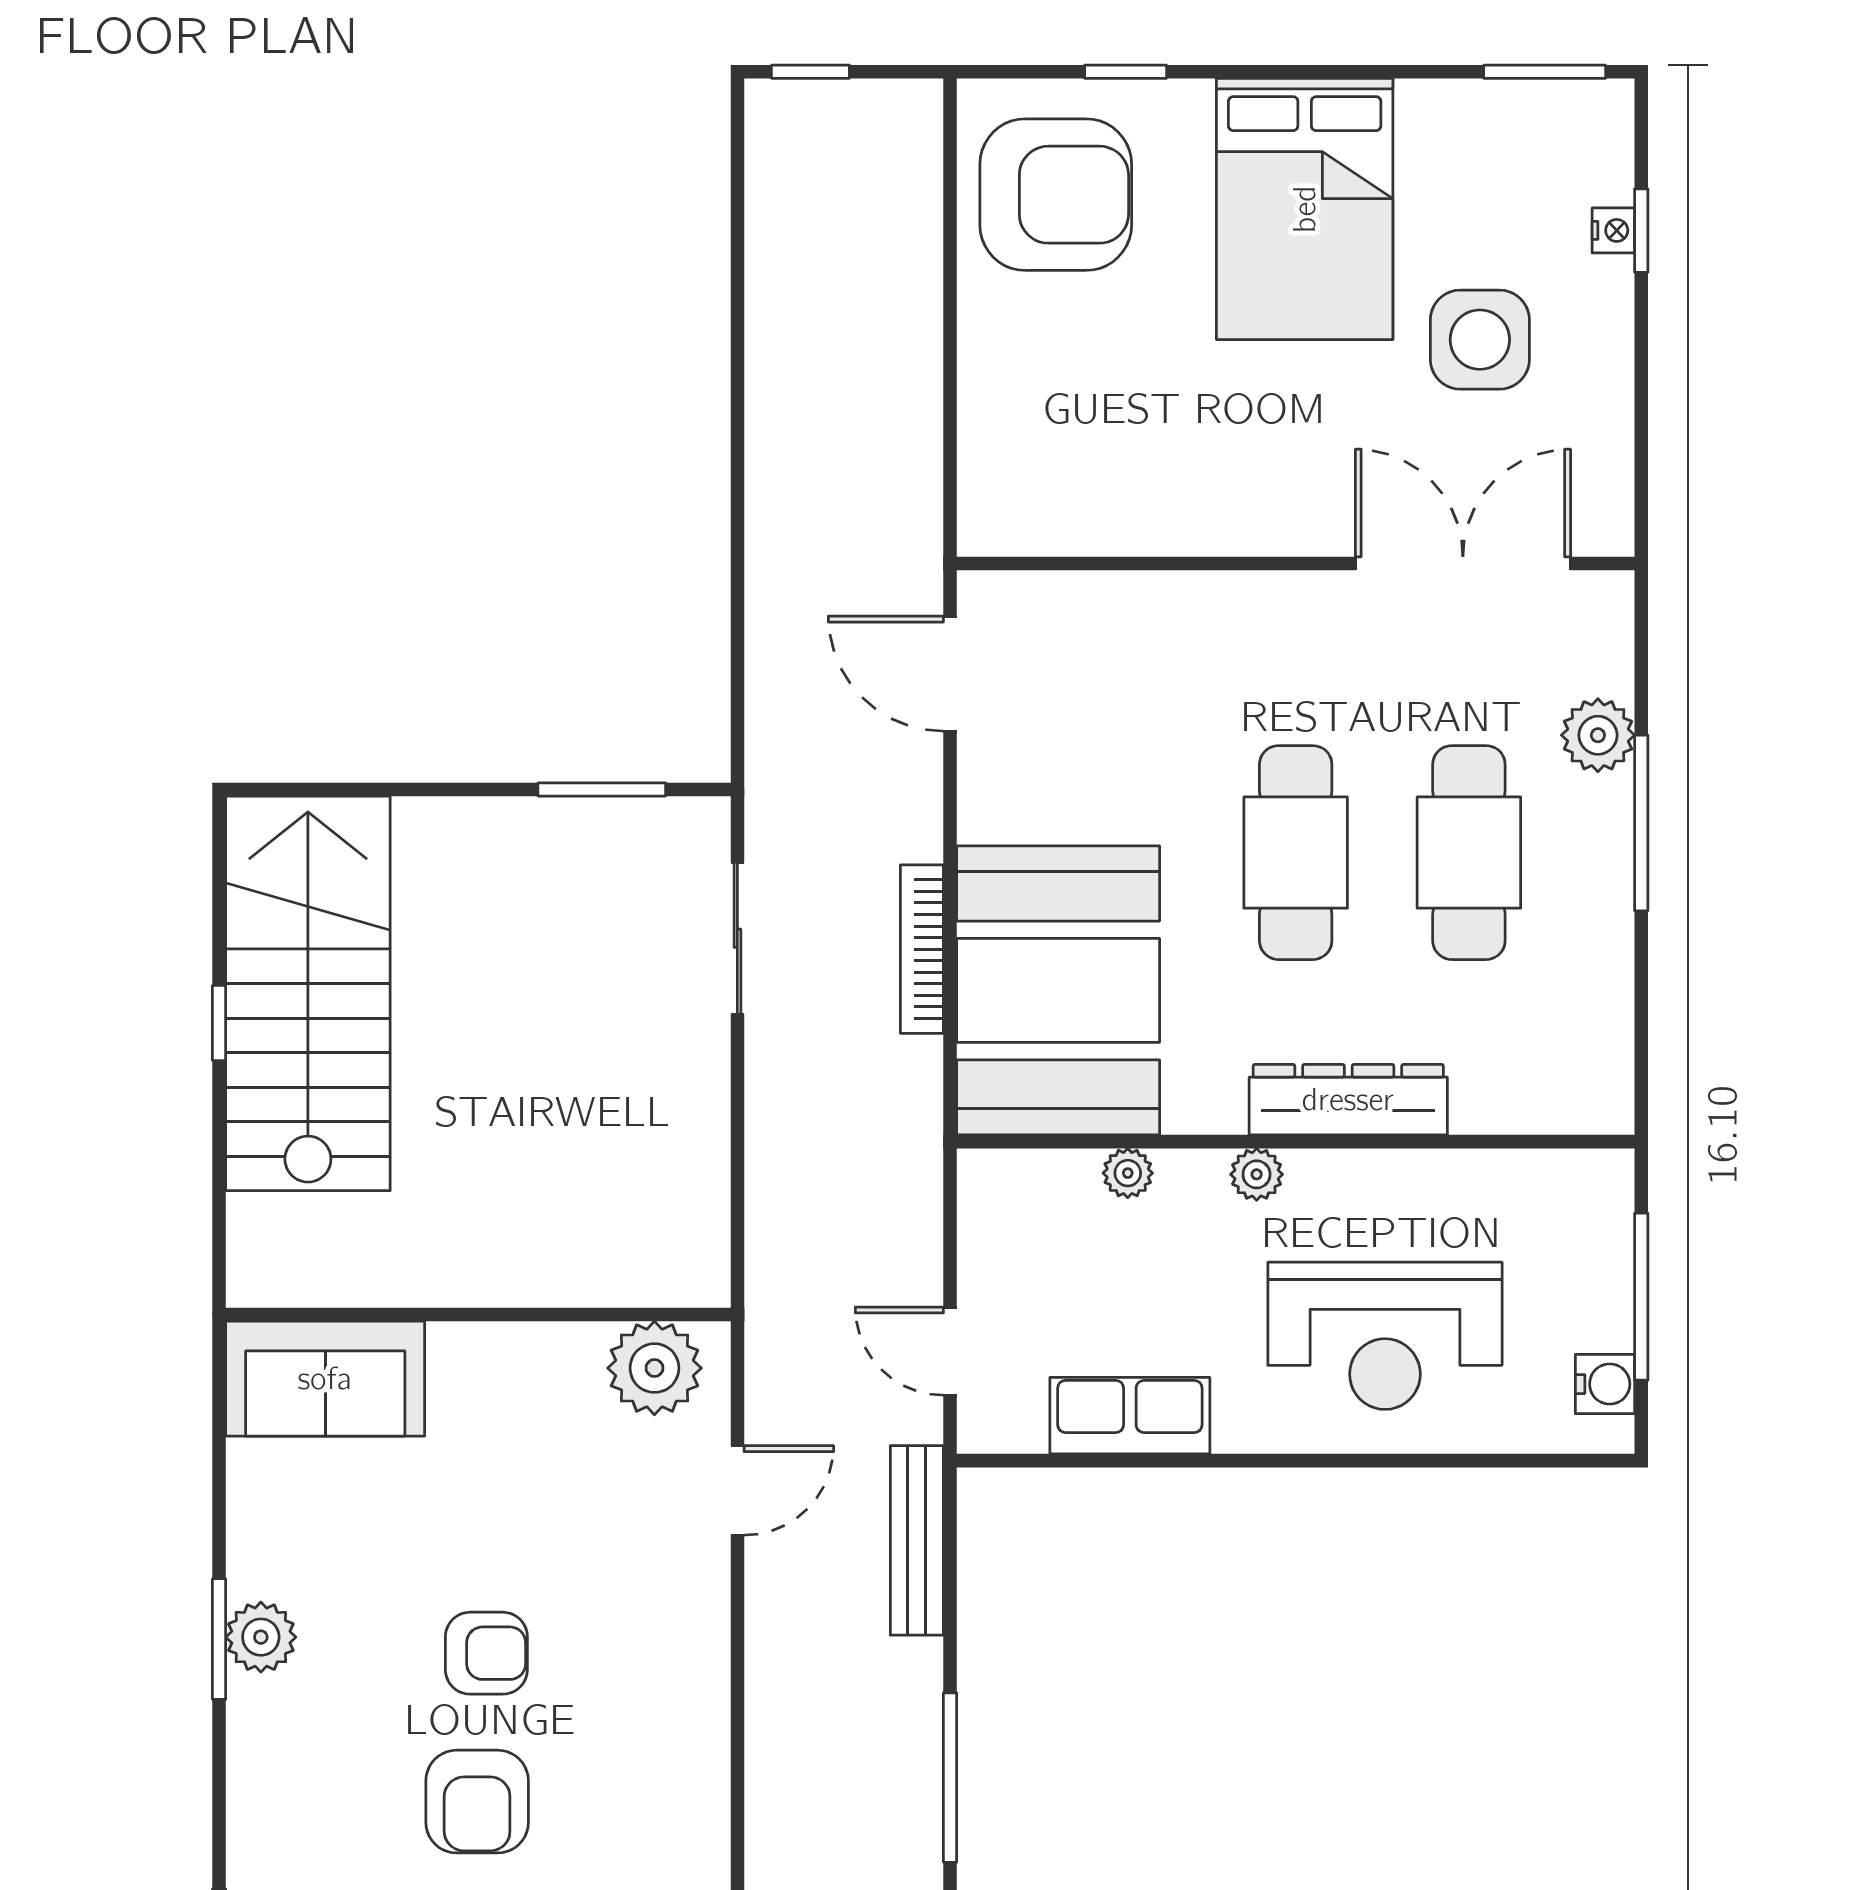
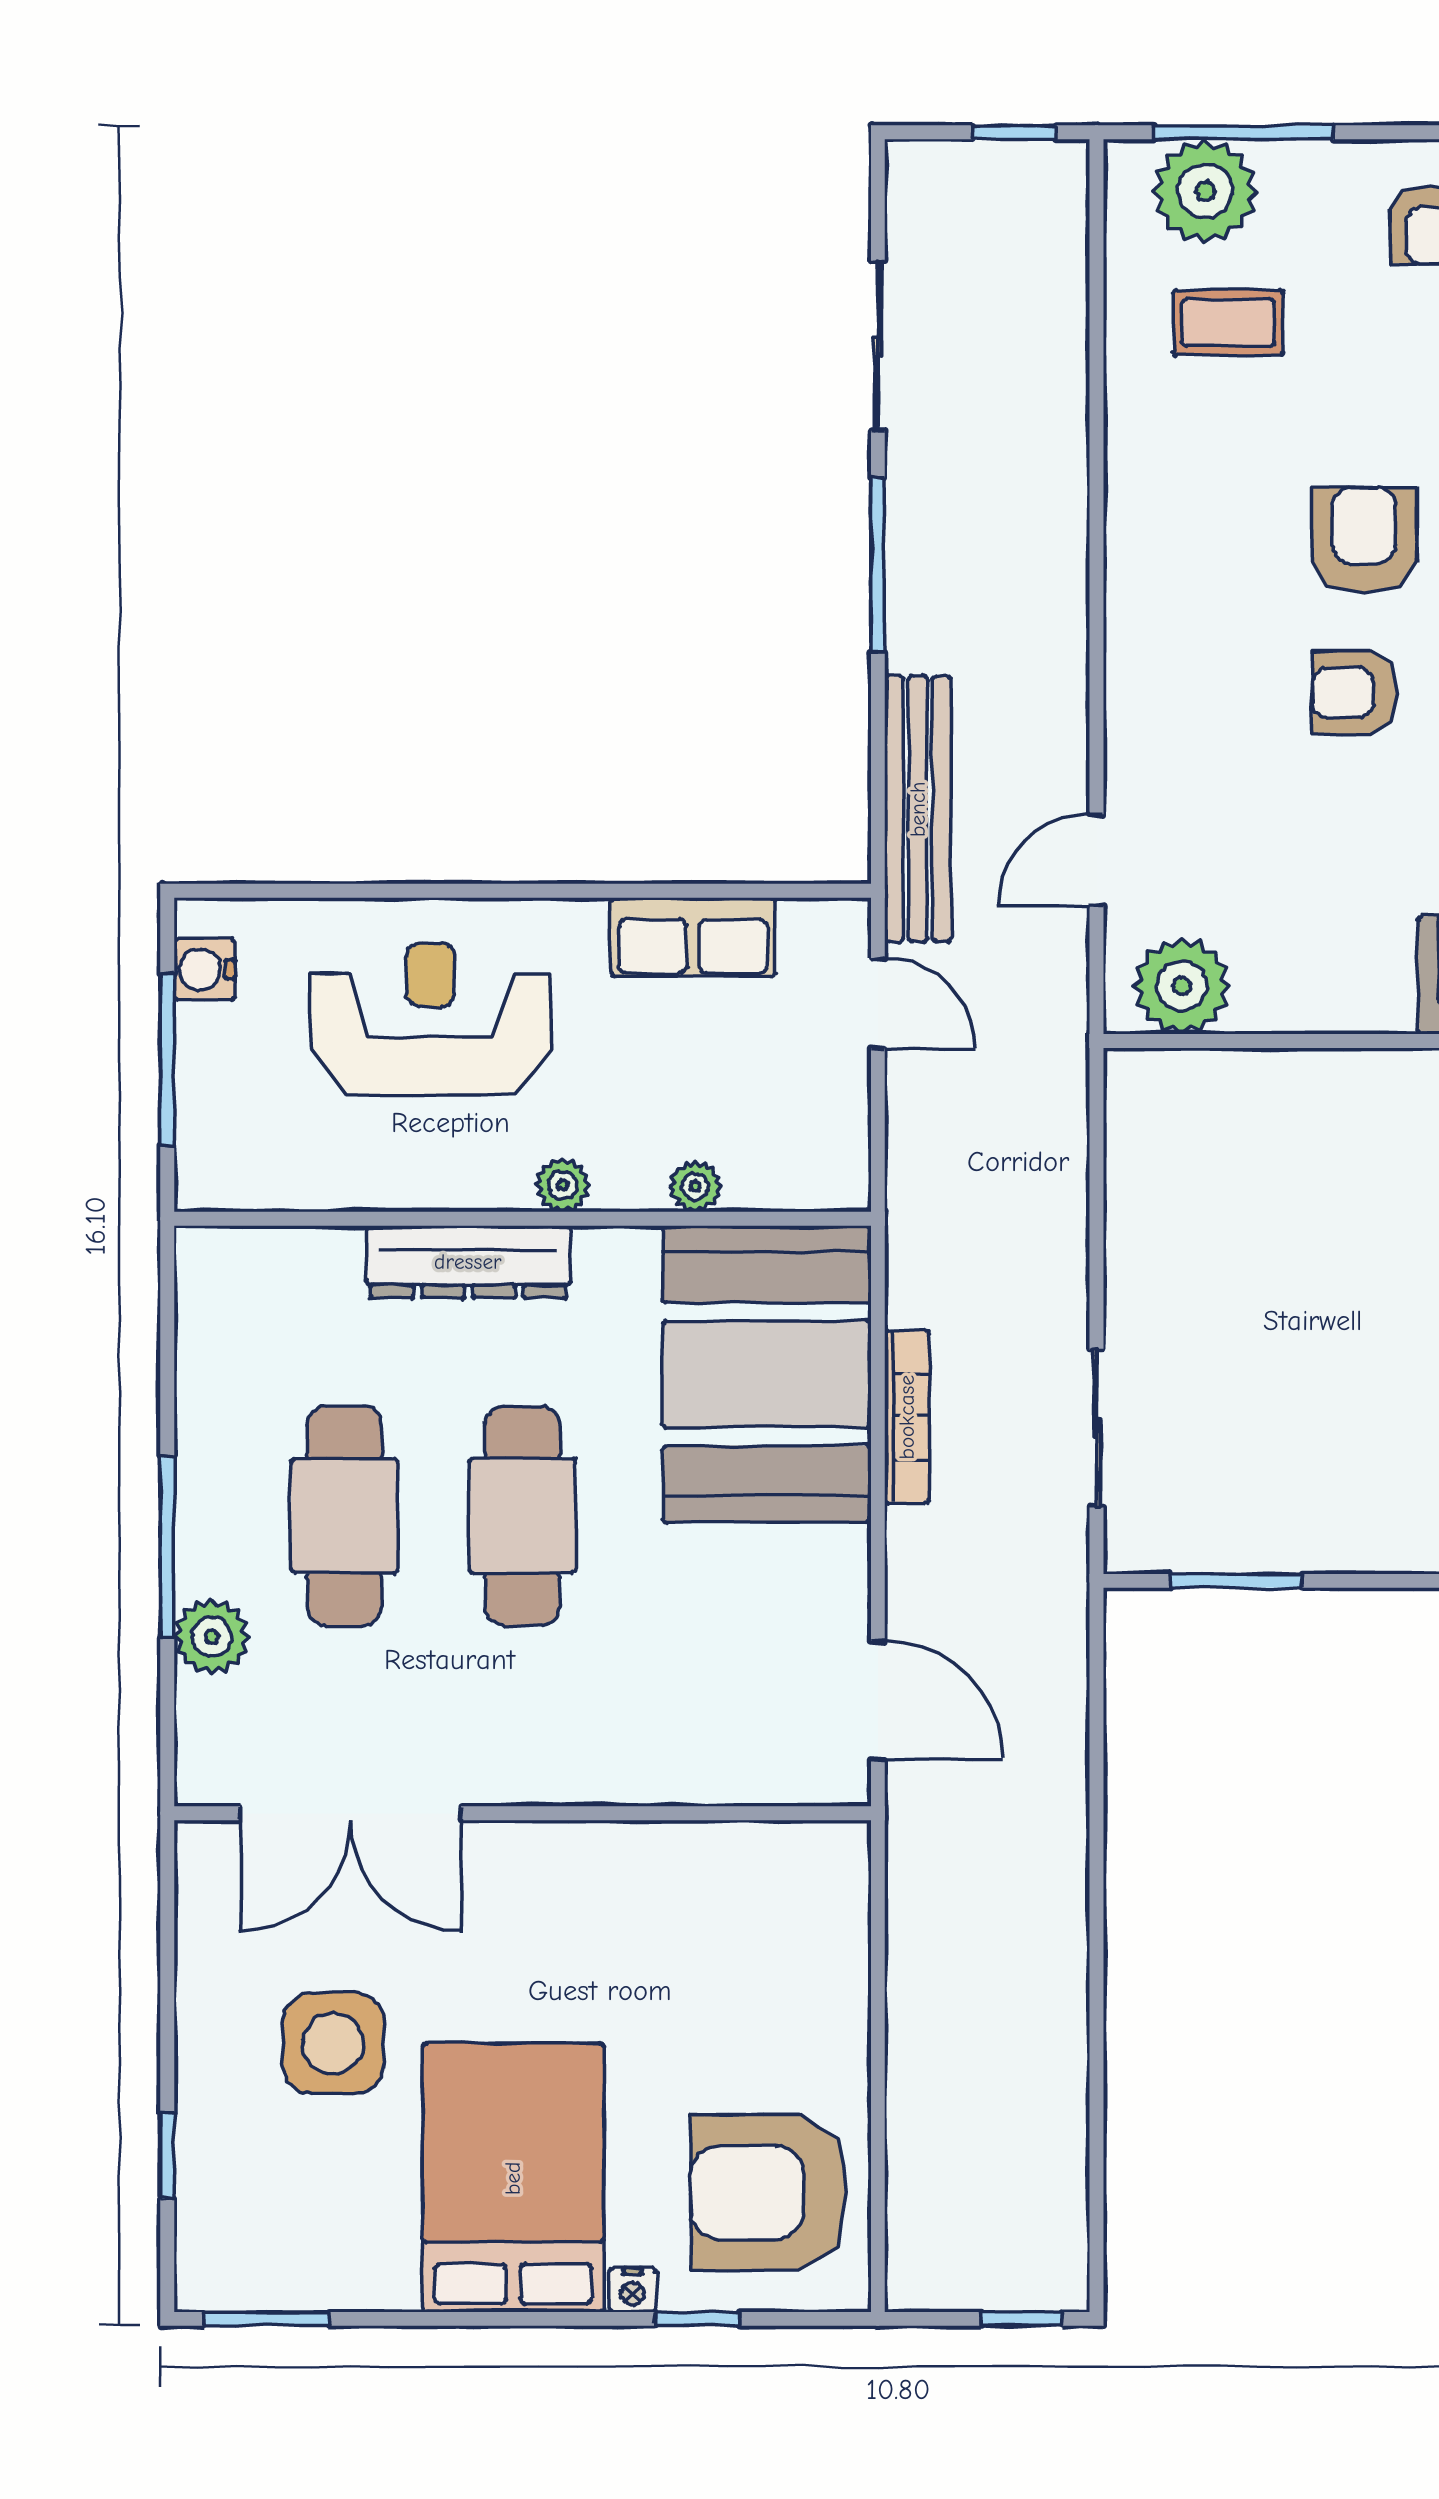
nightstand: (1613, 230) -> (633, 2290), moved, turned -90
bench: (917, 1540) -> (918, 809), width x1.37, depth x1.21

